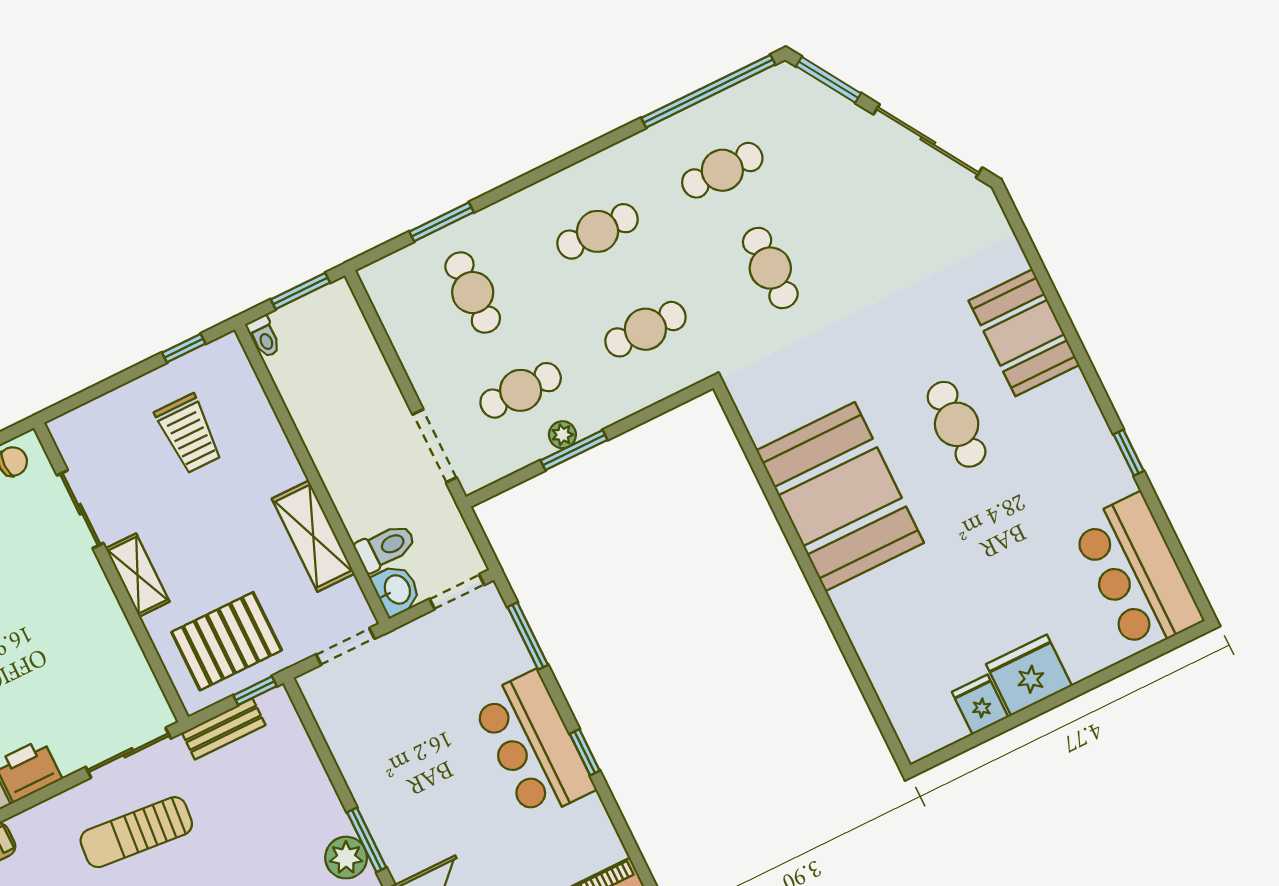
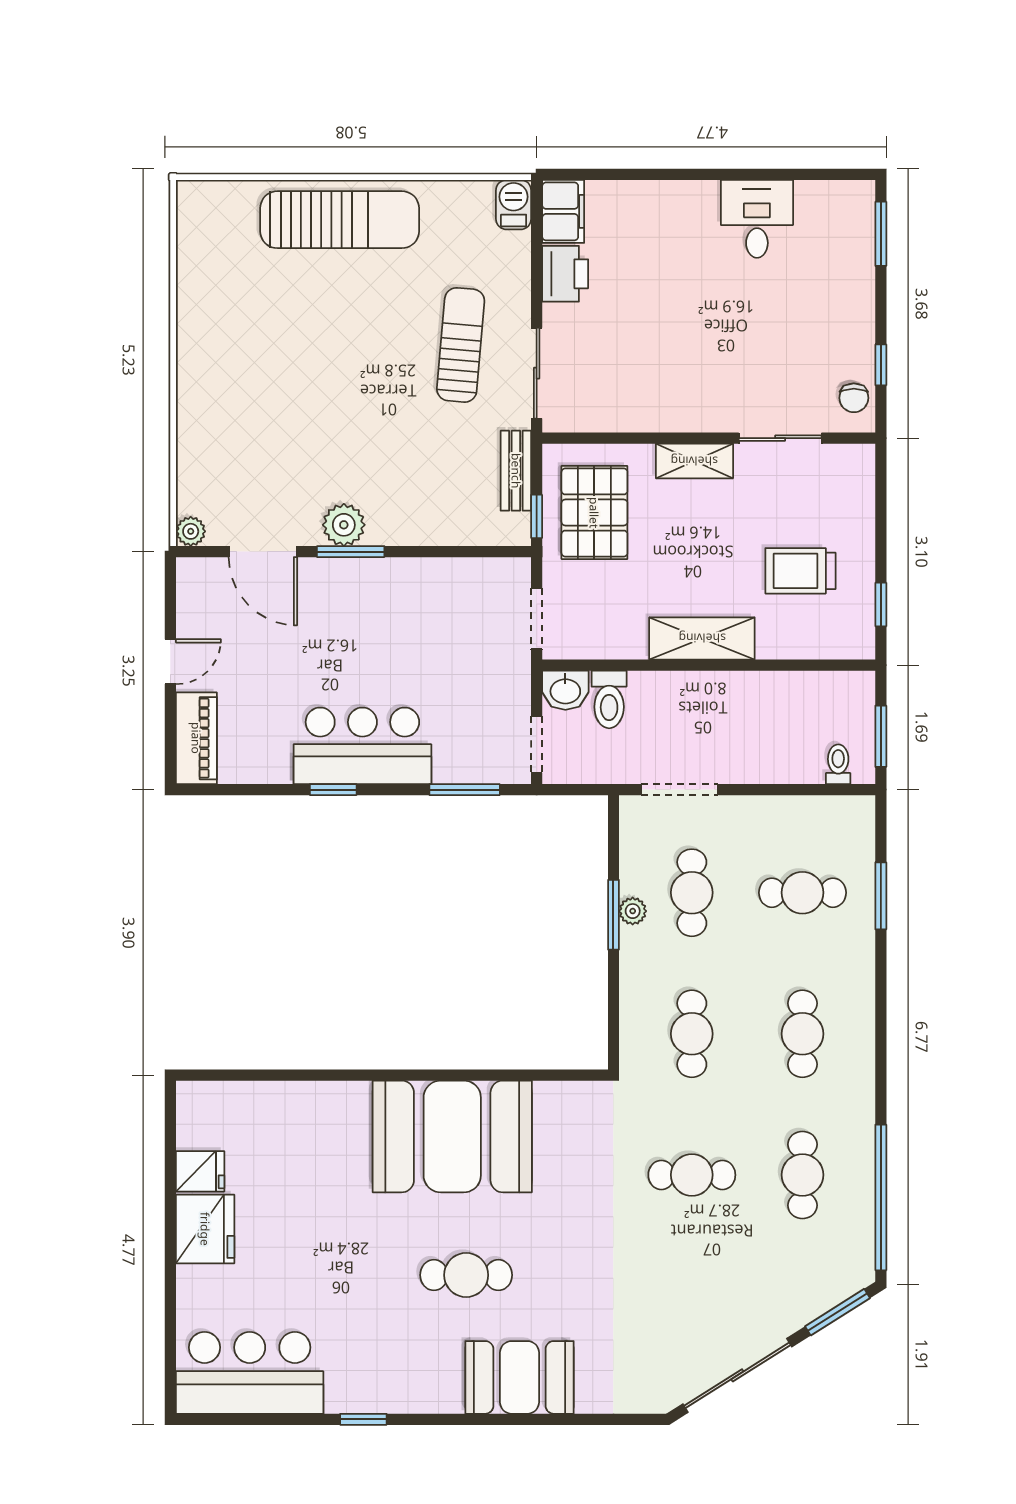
toilet: (264, 337) -> (838, 764), moved, turned 90
shelving: (313, 536) -> (702, 638), moved

